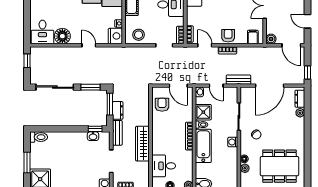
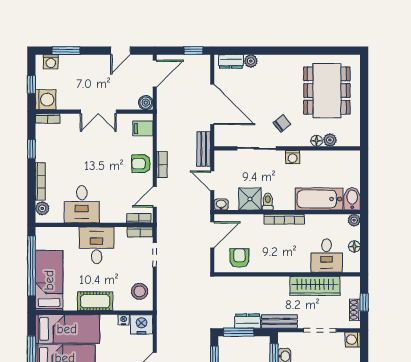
door: (216, 86) -> (212, 181), swing flipped
armchair: (162, 105) -> (239, 258), turned 90
wardrobe: (142, 144) -> (315, 286), moved
bathtub: (203, 146) -> (319, 199), moved

